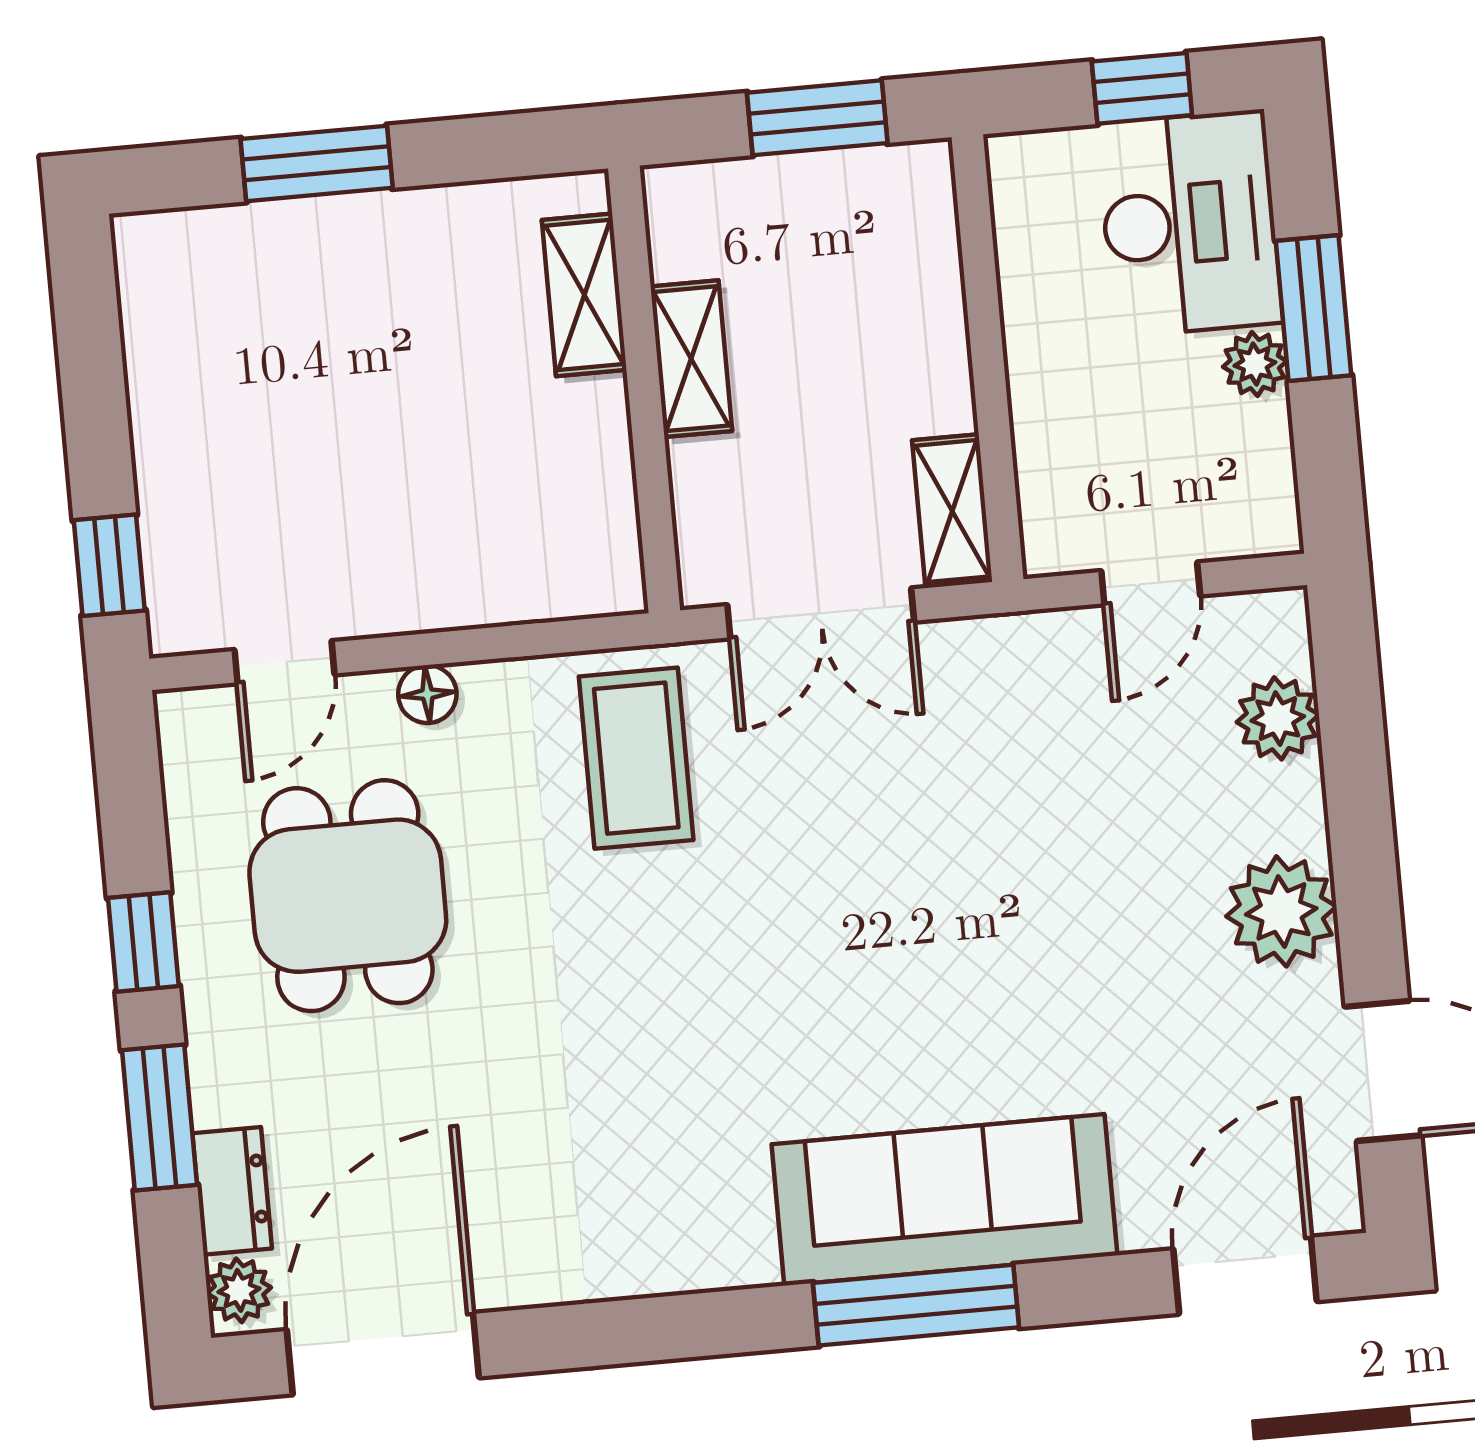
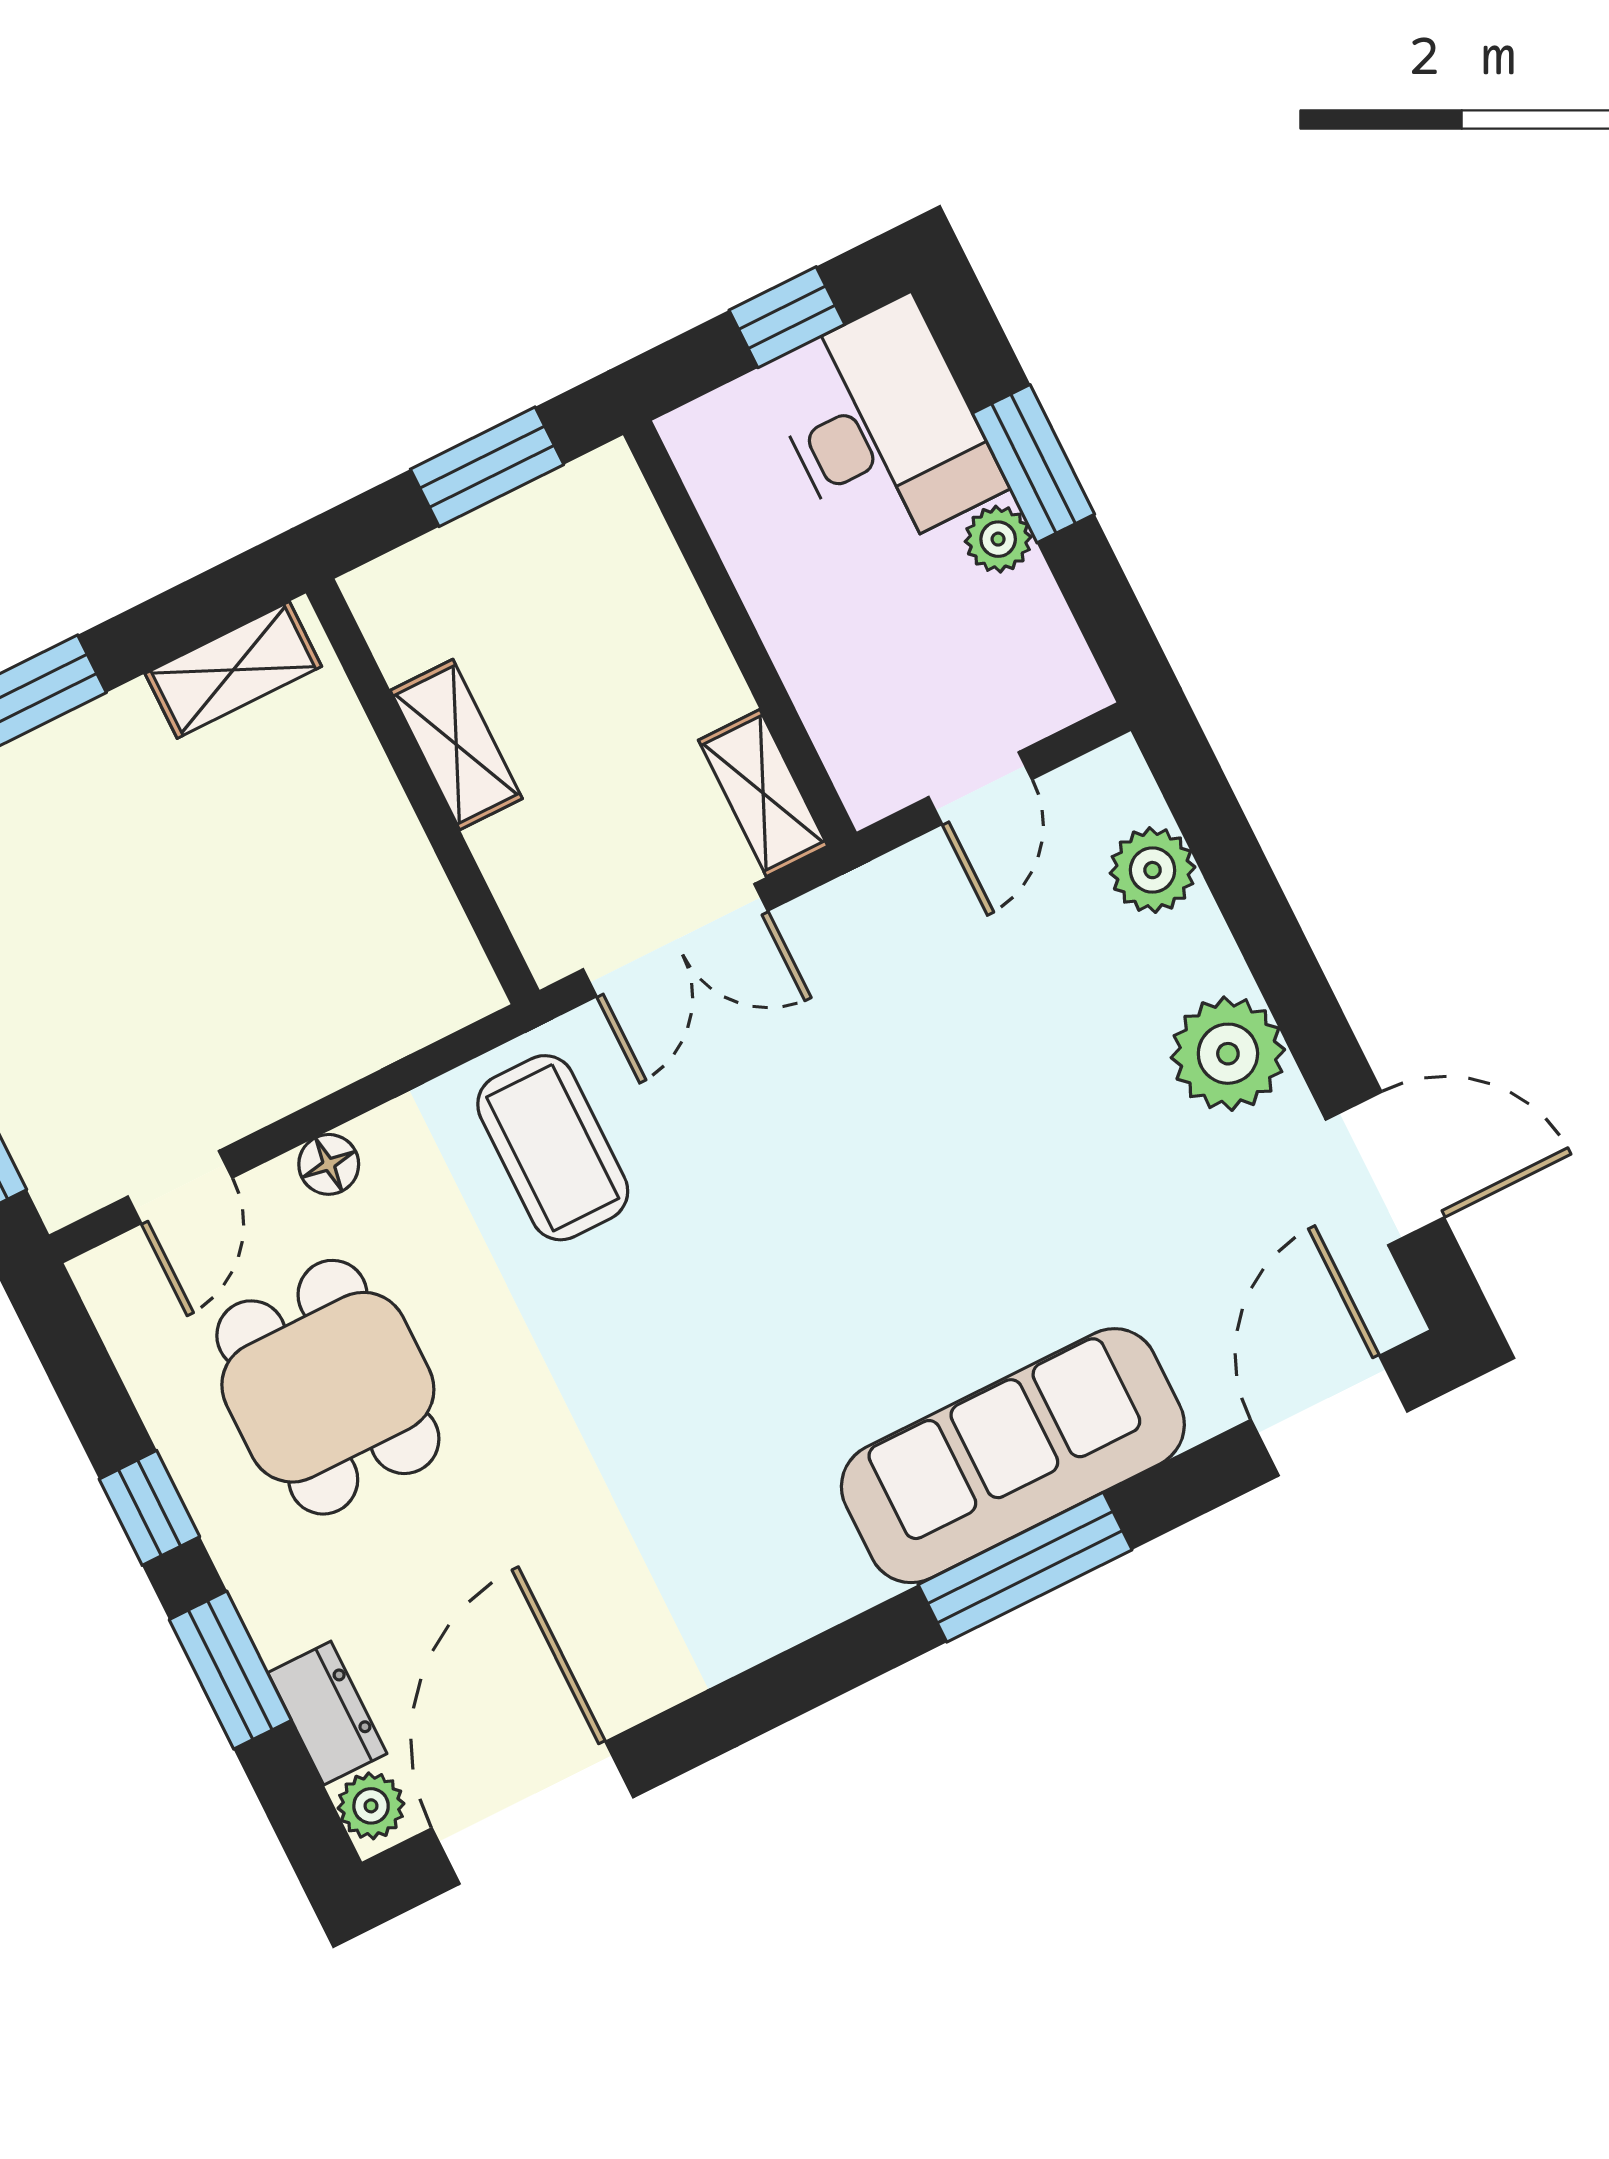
shelving: (584, 295) -> (233, 670), moved, turned 90

